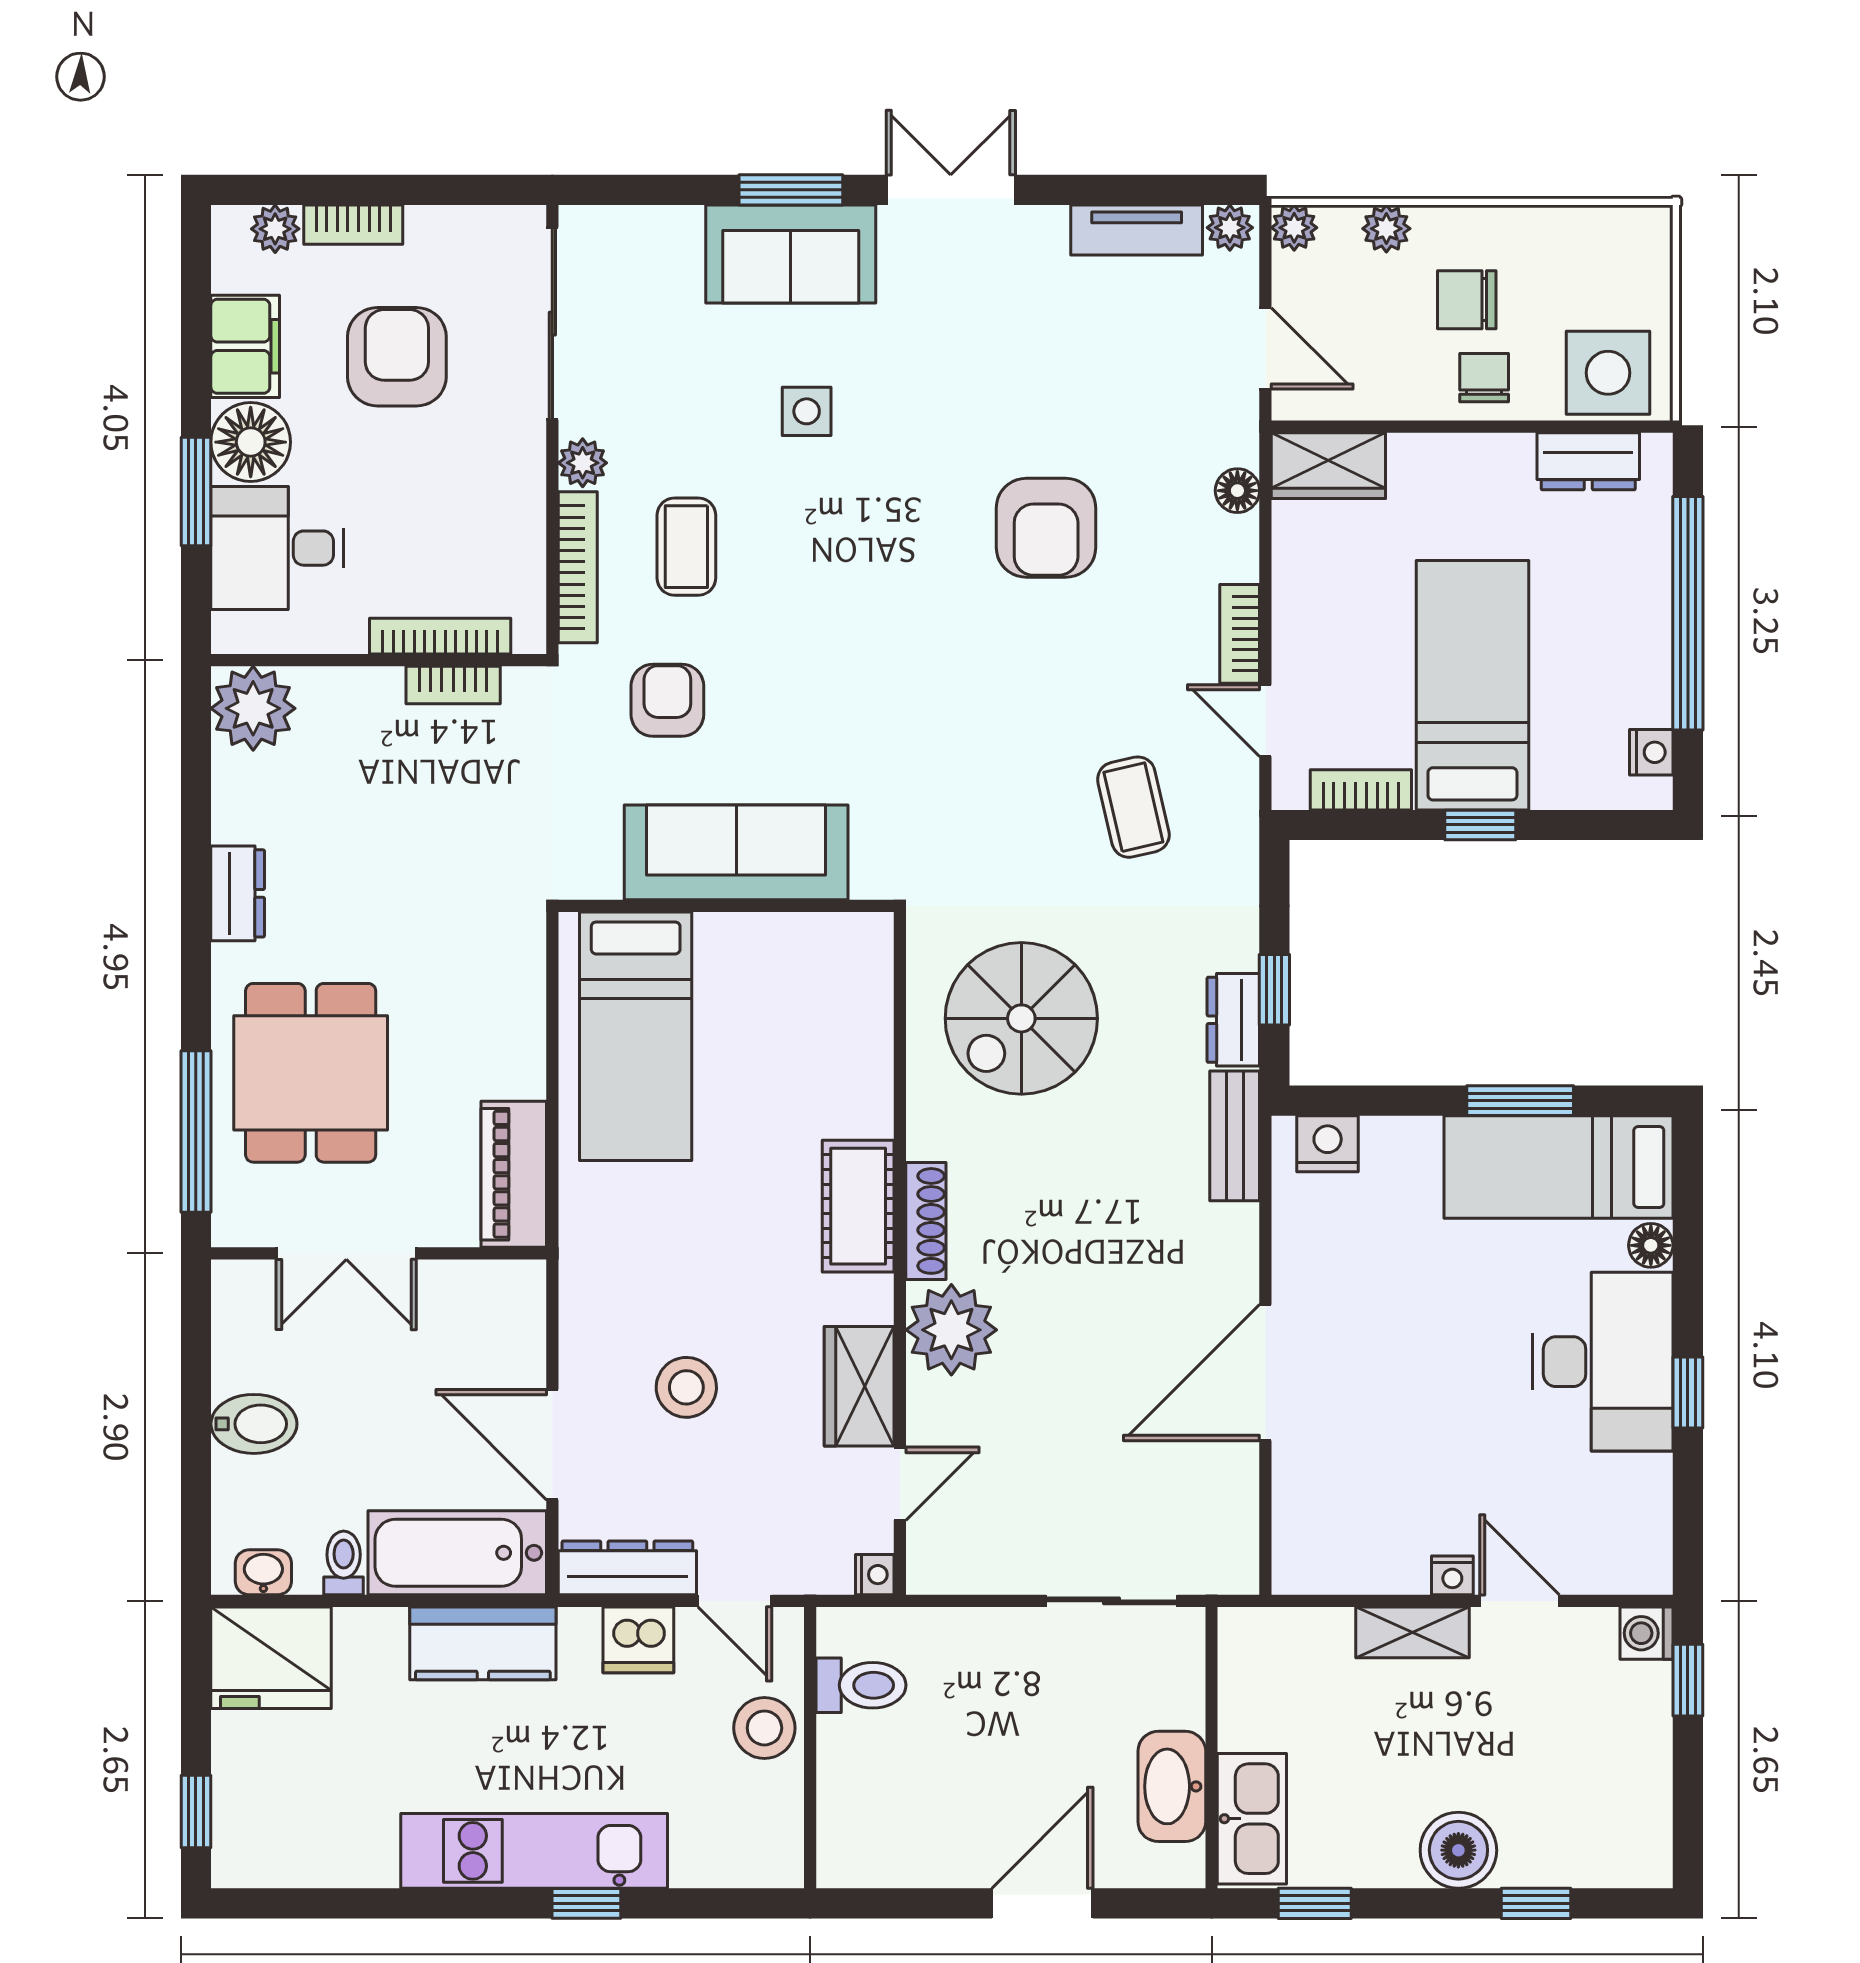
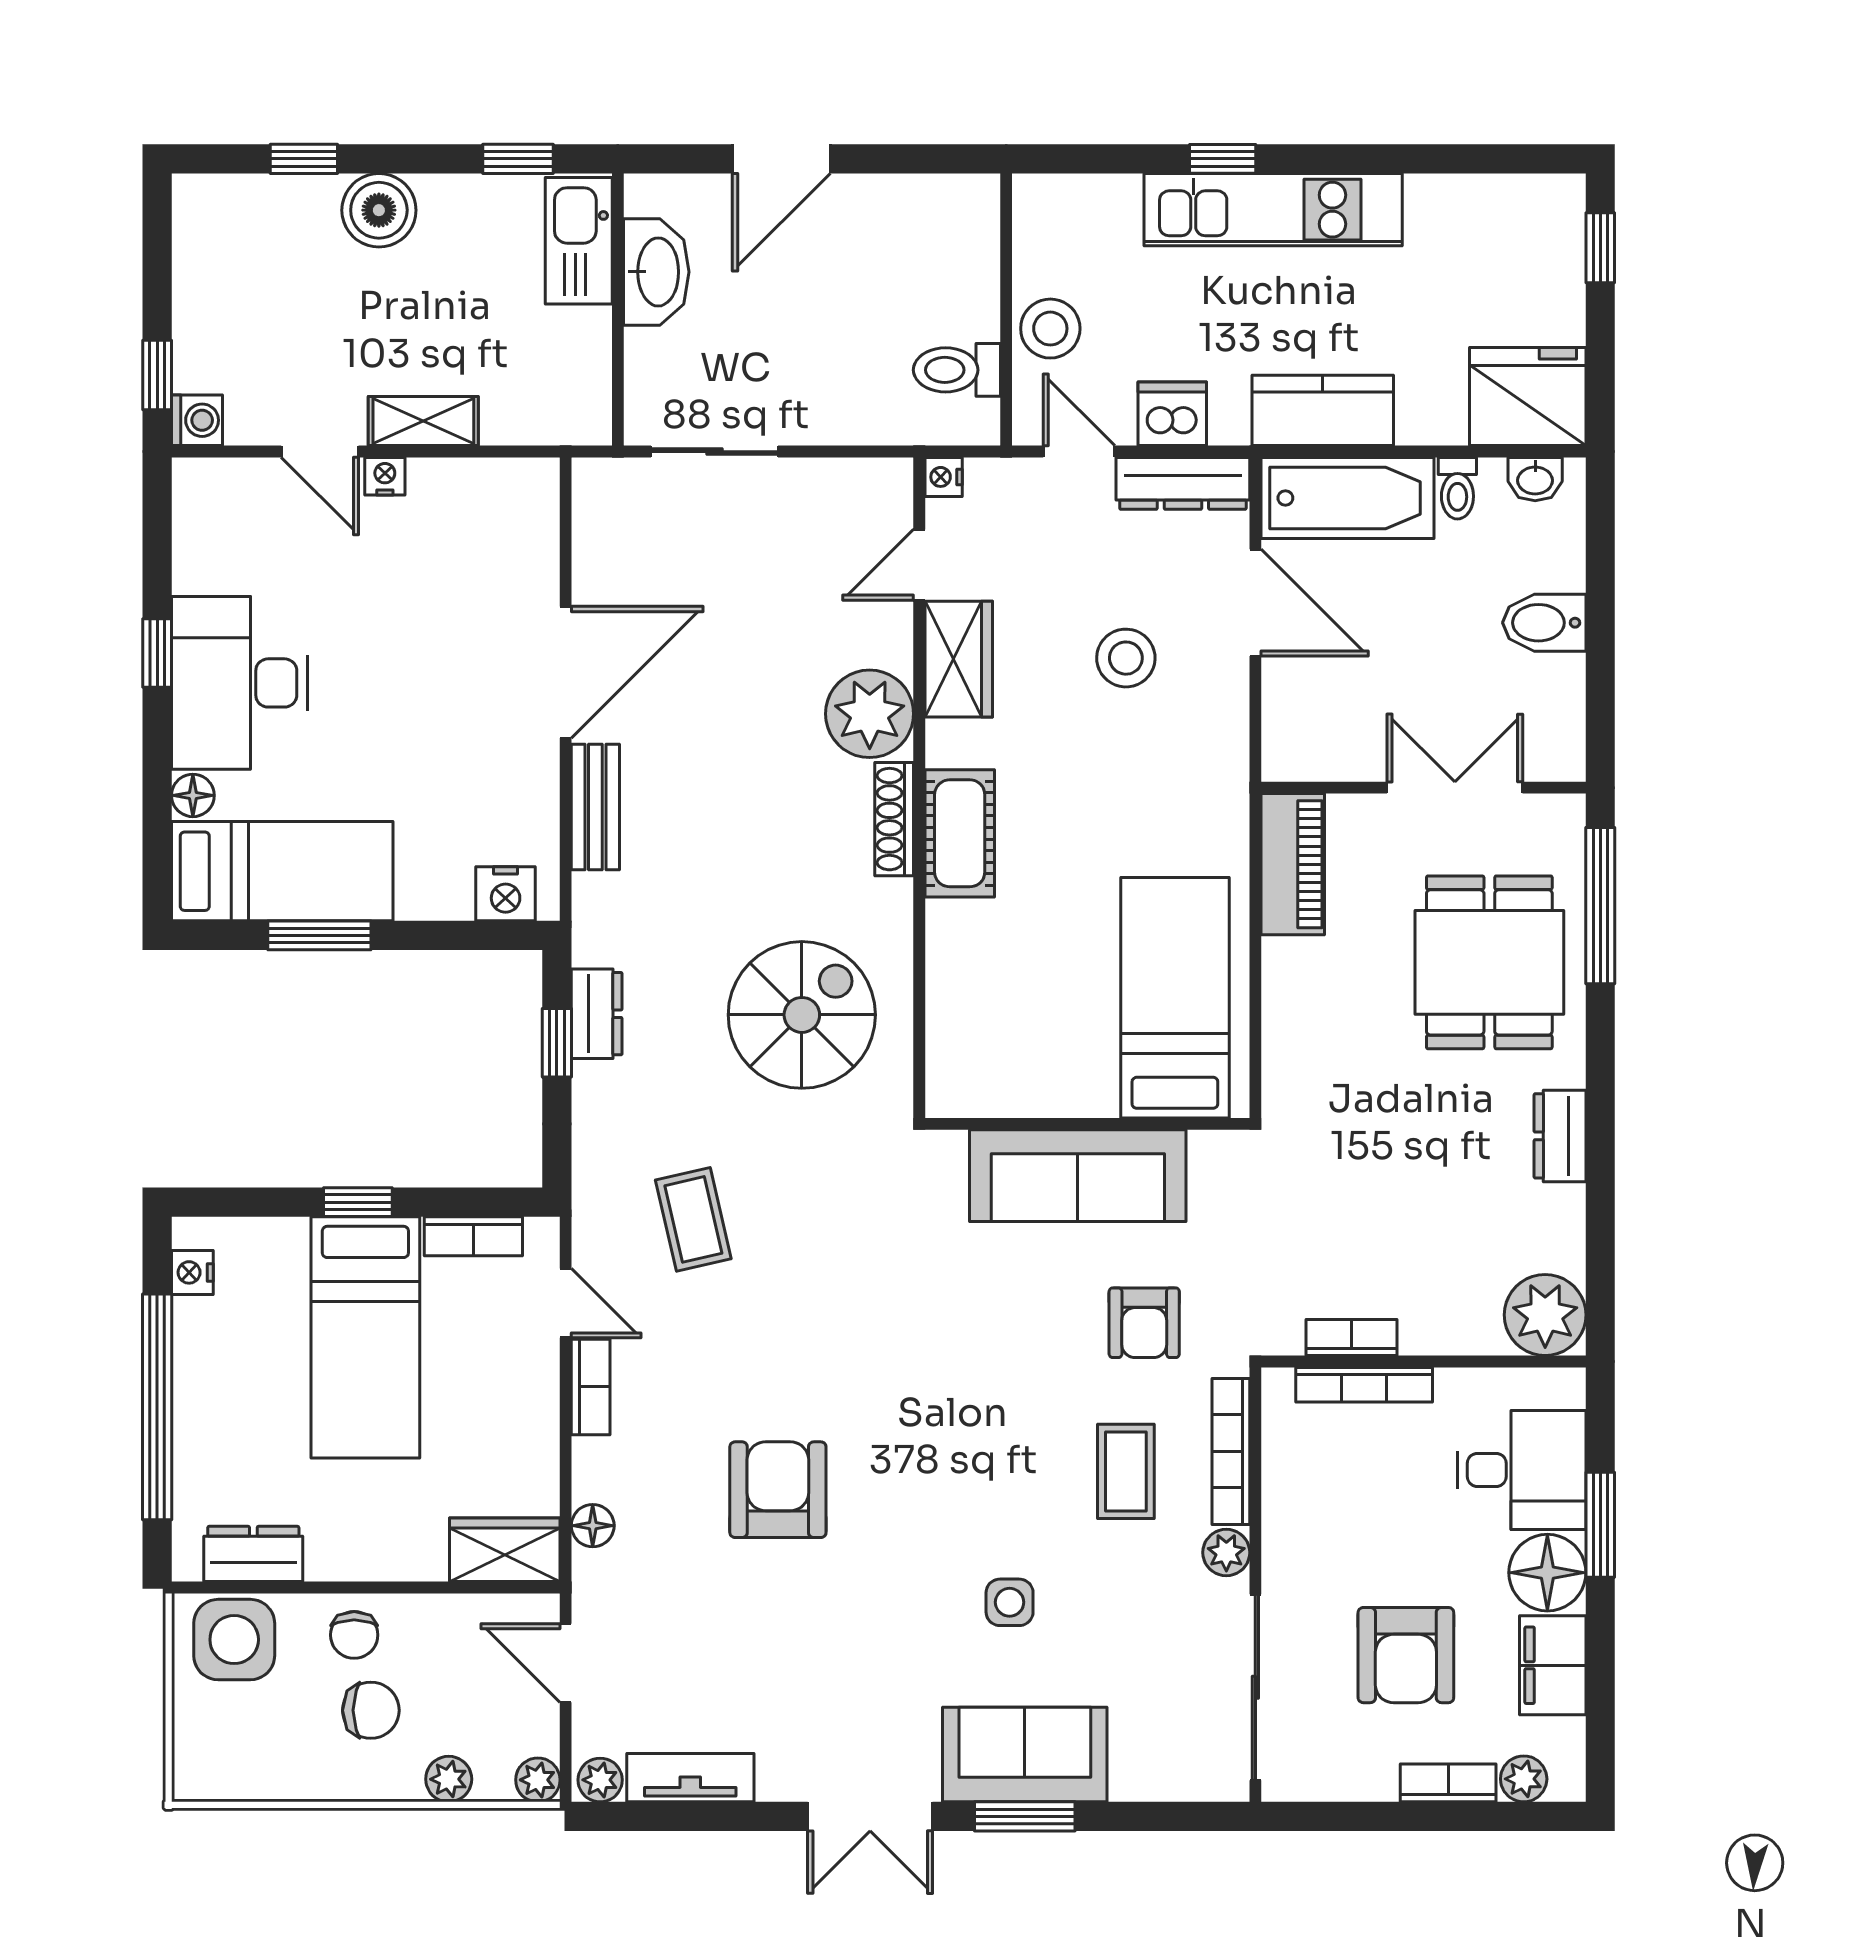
bench: (1235, 1136) -> (595, 807), moved

